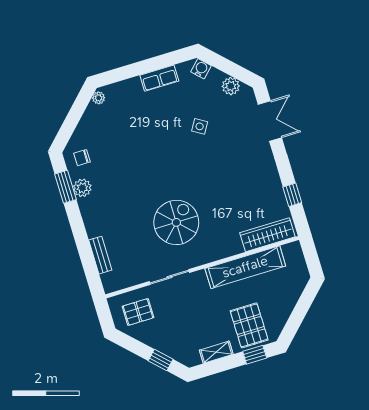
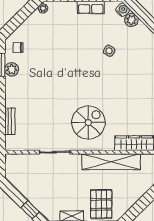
plant: (231, 86) -> (131, 20), moved
spiral stairs: (176, 222) -> (88, 122), moved
pallet: (138, 312) -> (25, 170), removed

